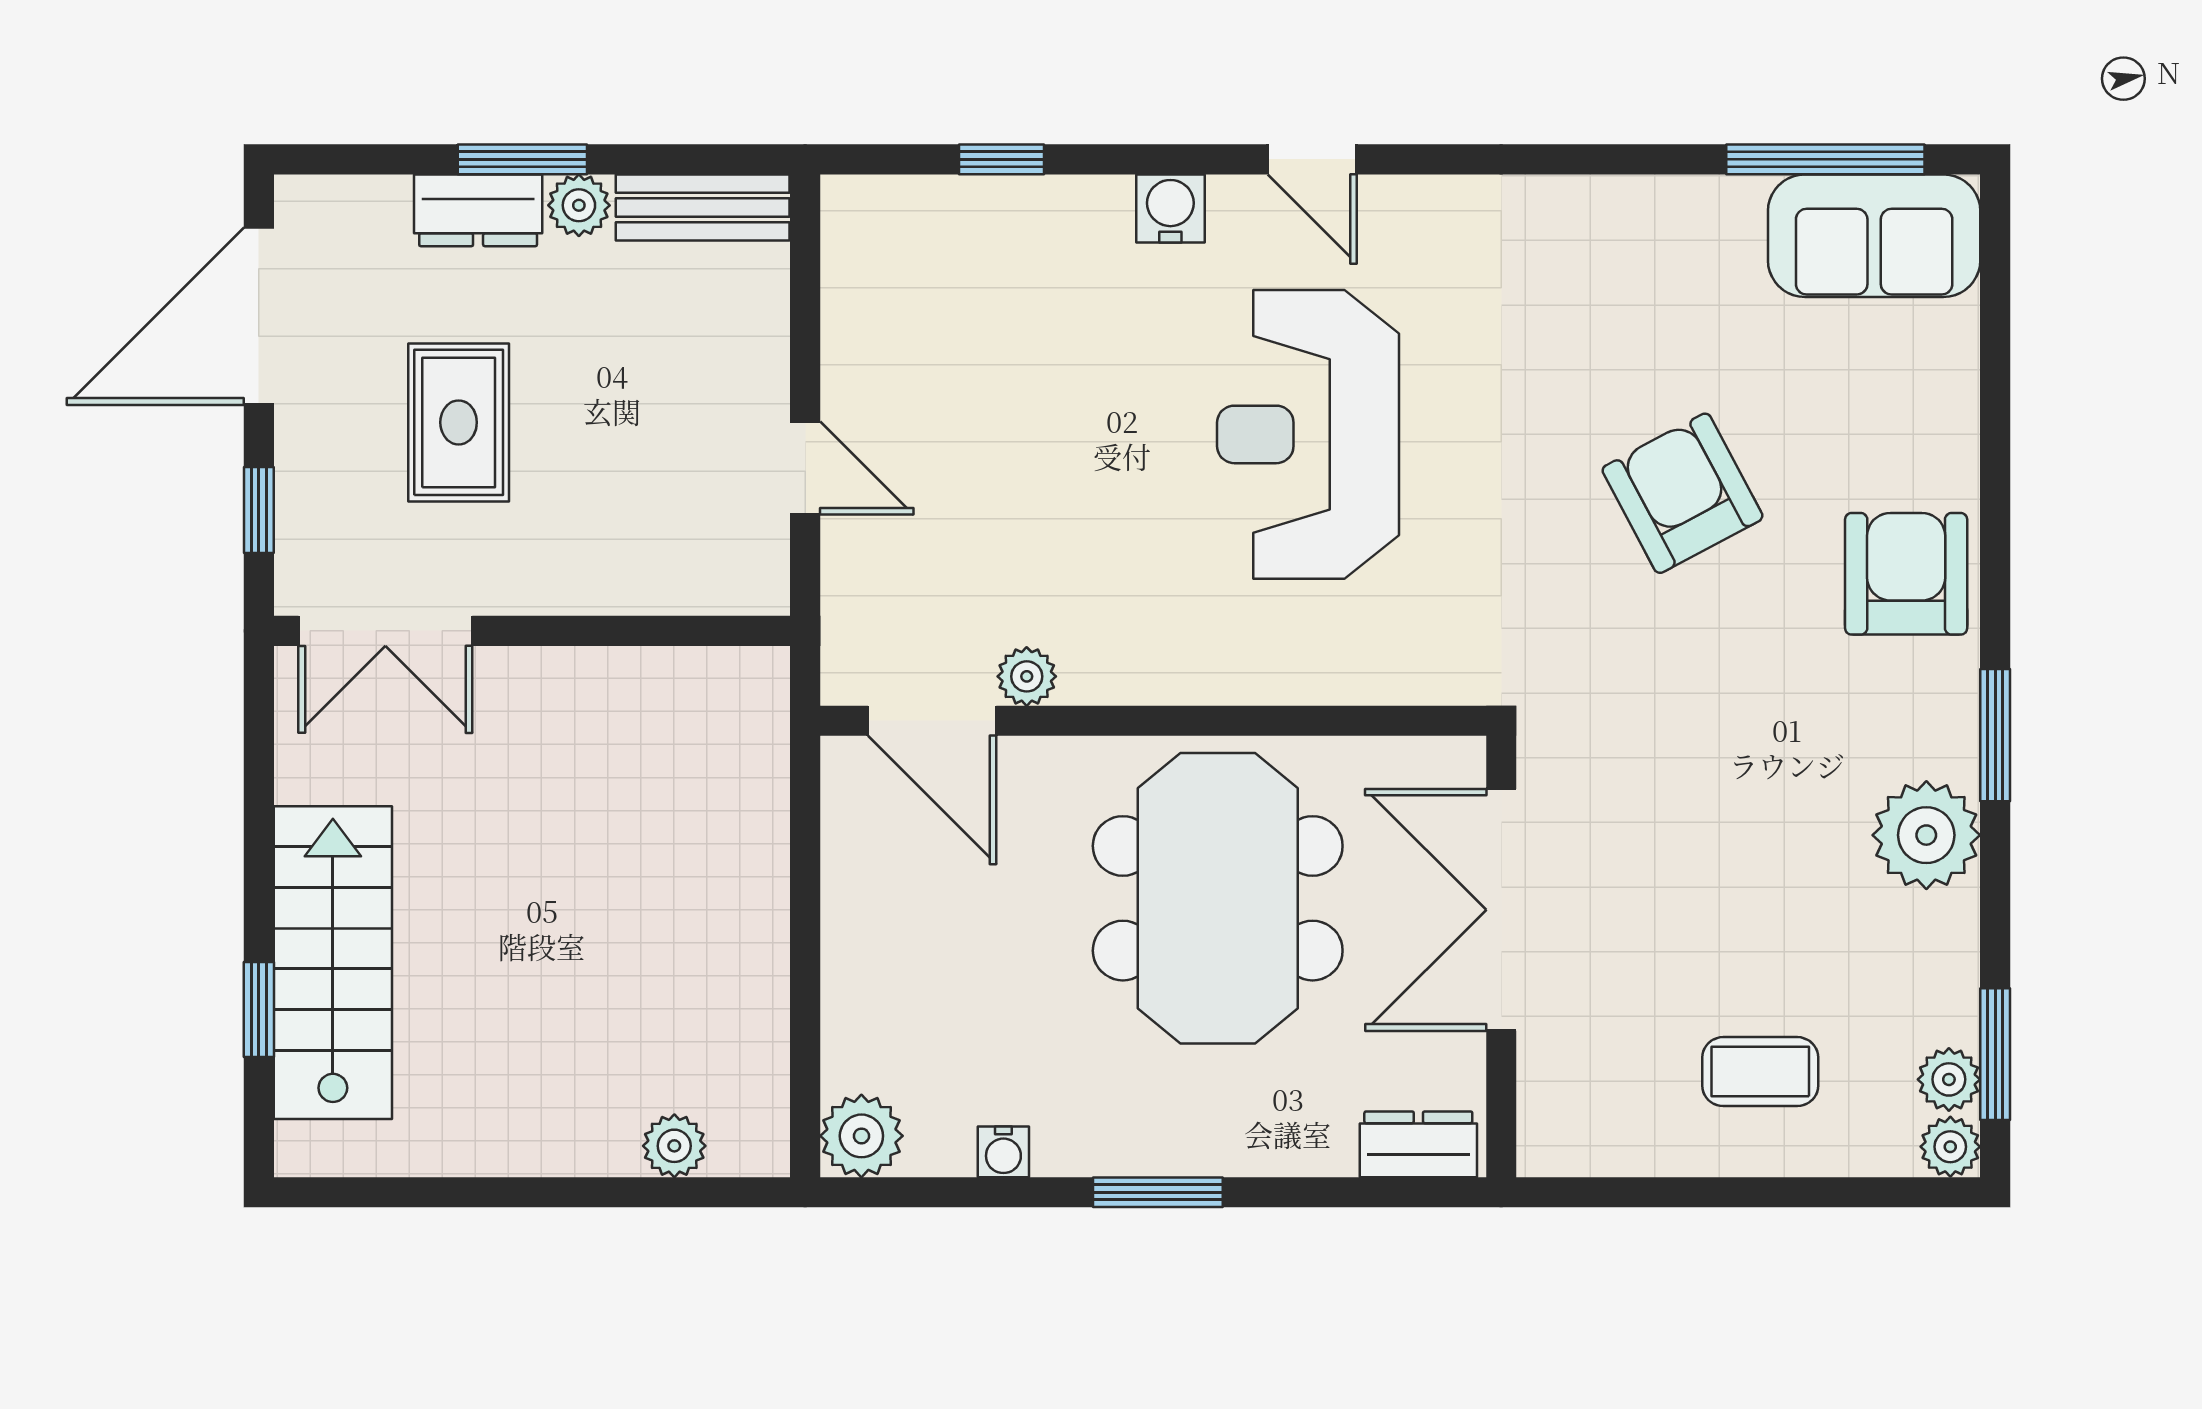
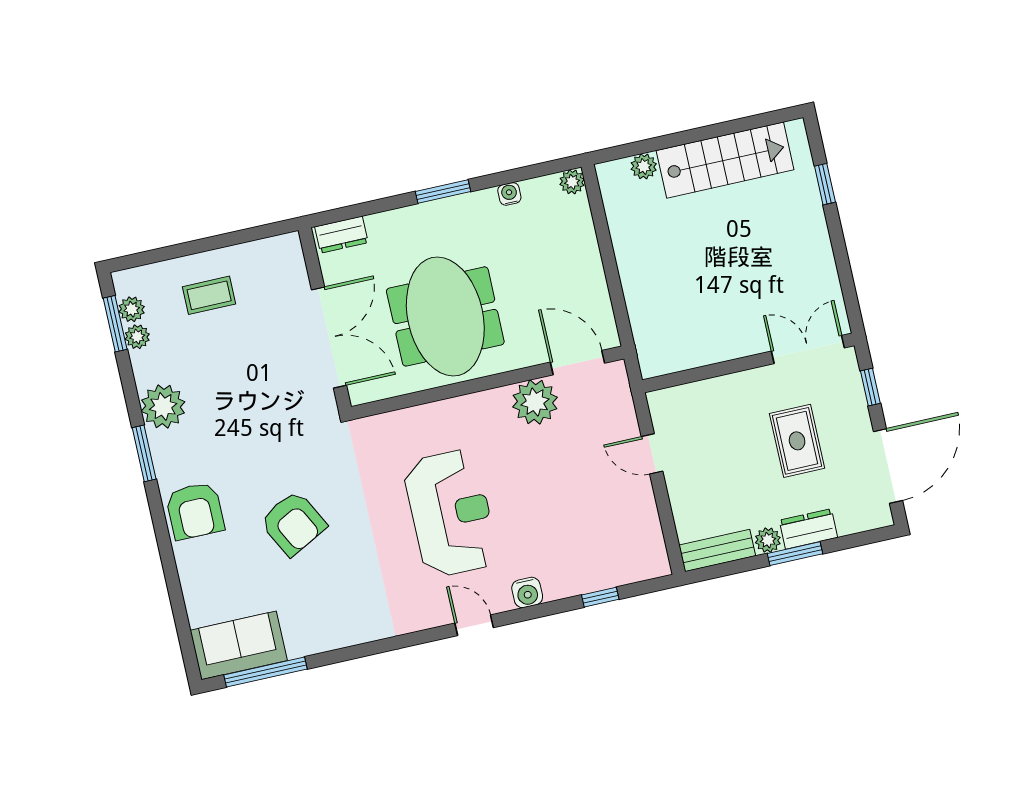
plant: (1027, 676) -> (535, 402), width x1.87, depth x1.87
stairs: (333, 963) -> (725, 160), moved, turned -90
plant: (861, 1136) -> (572, 182), width x0.73, depth x0.73
plant: (1950, 1147) -> (137, 337), moved

